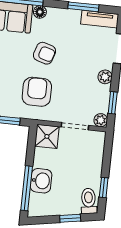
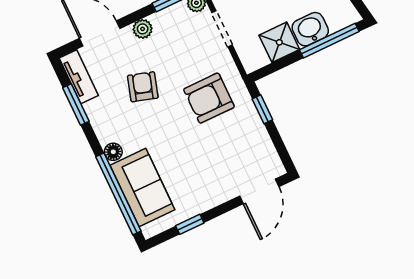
armchair: (45, 53) -> (143, 87), moved
shower: (47, 136) -> (279, 42), moved

